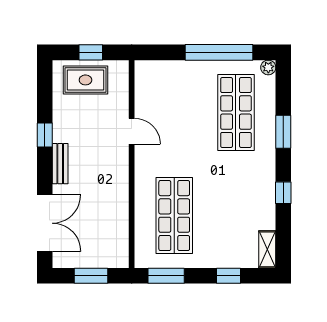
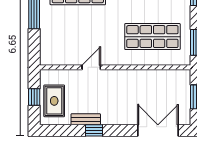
bench: (60, 164) -> (86, 119), moved

